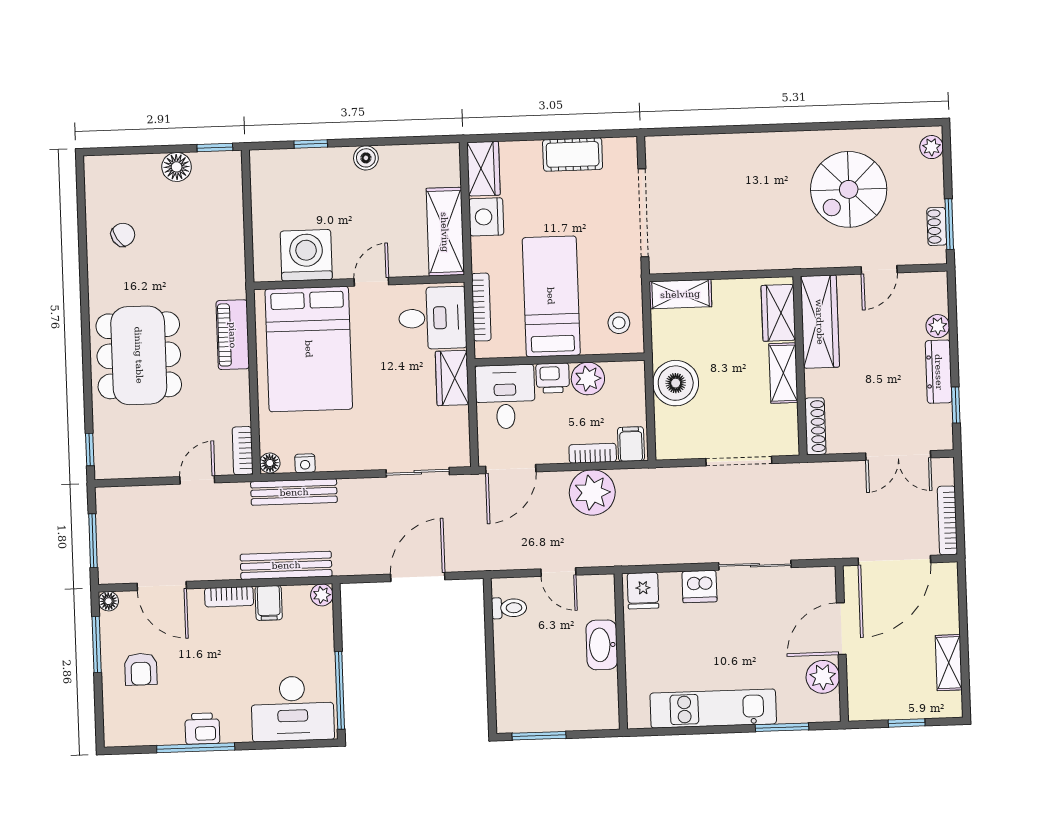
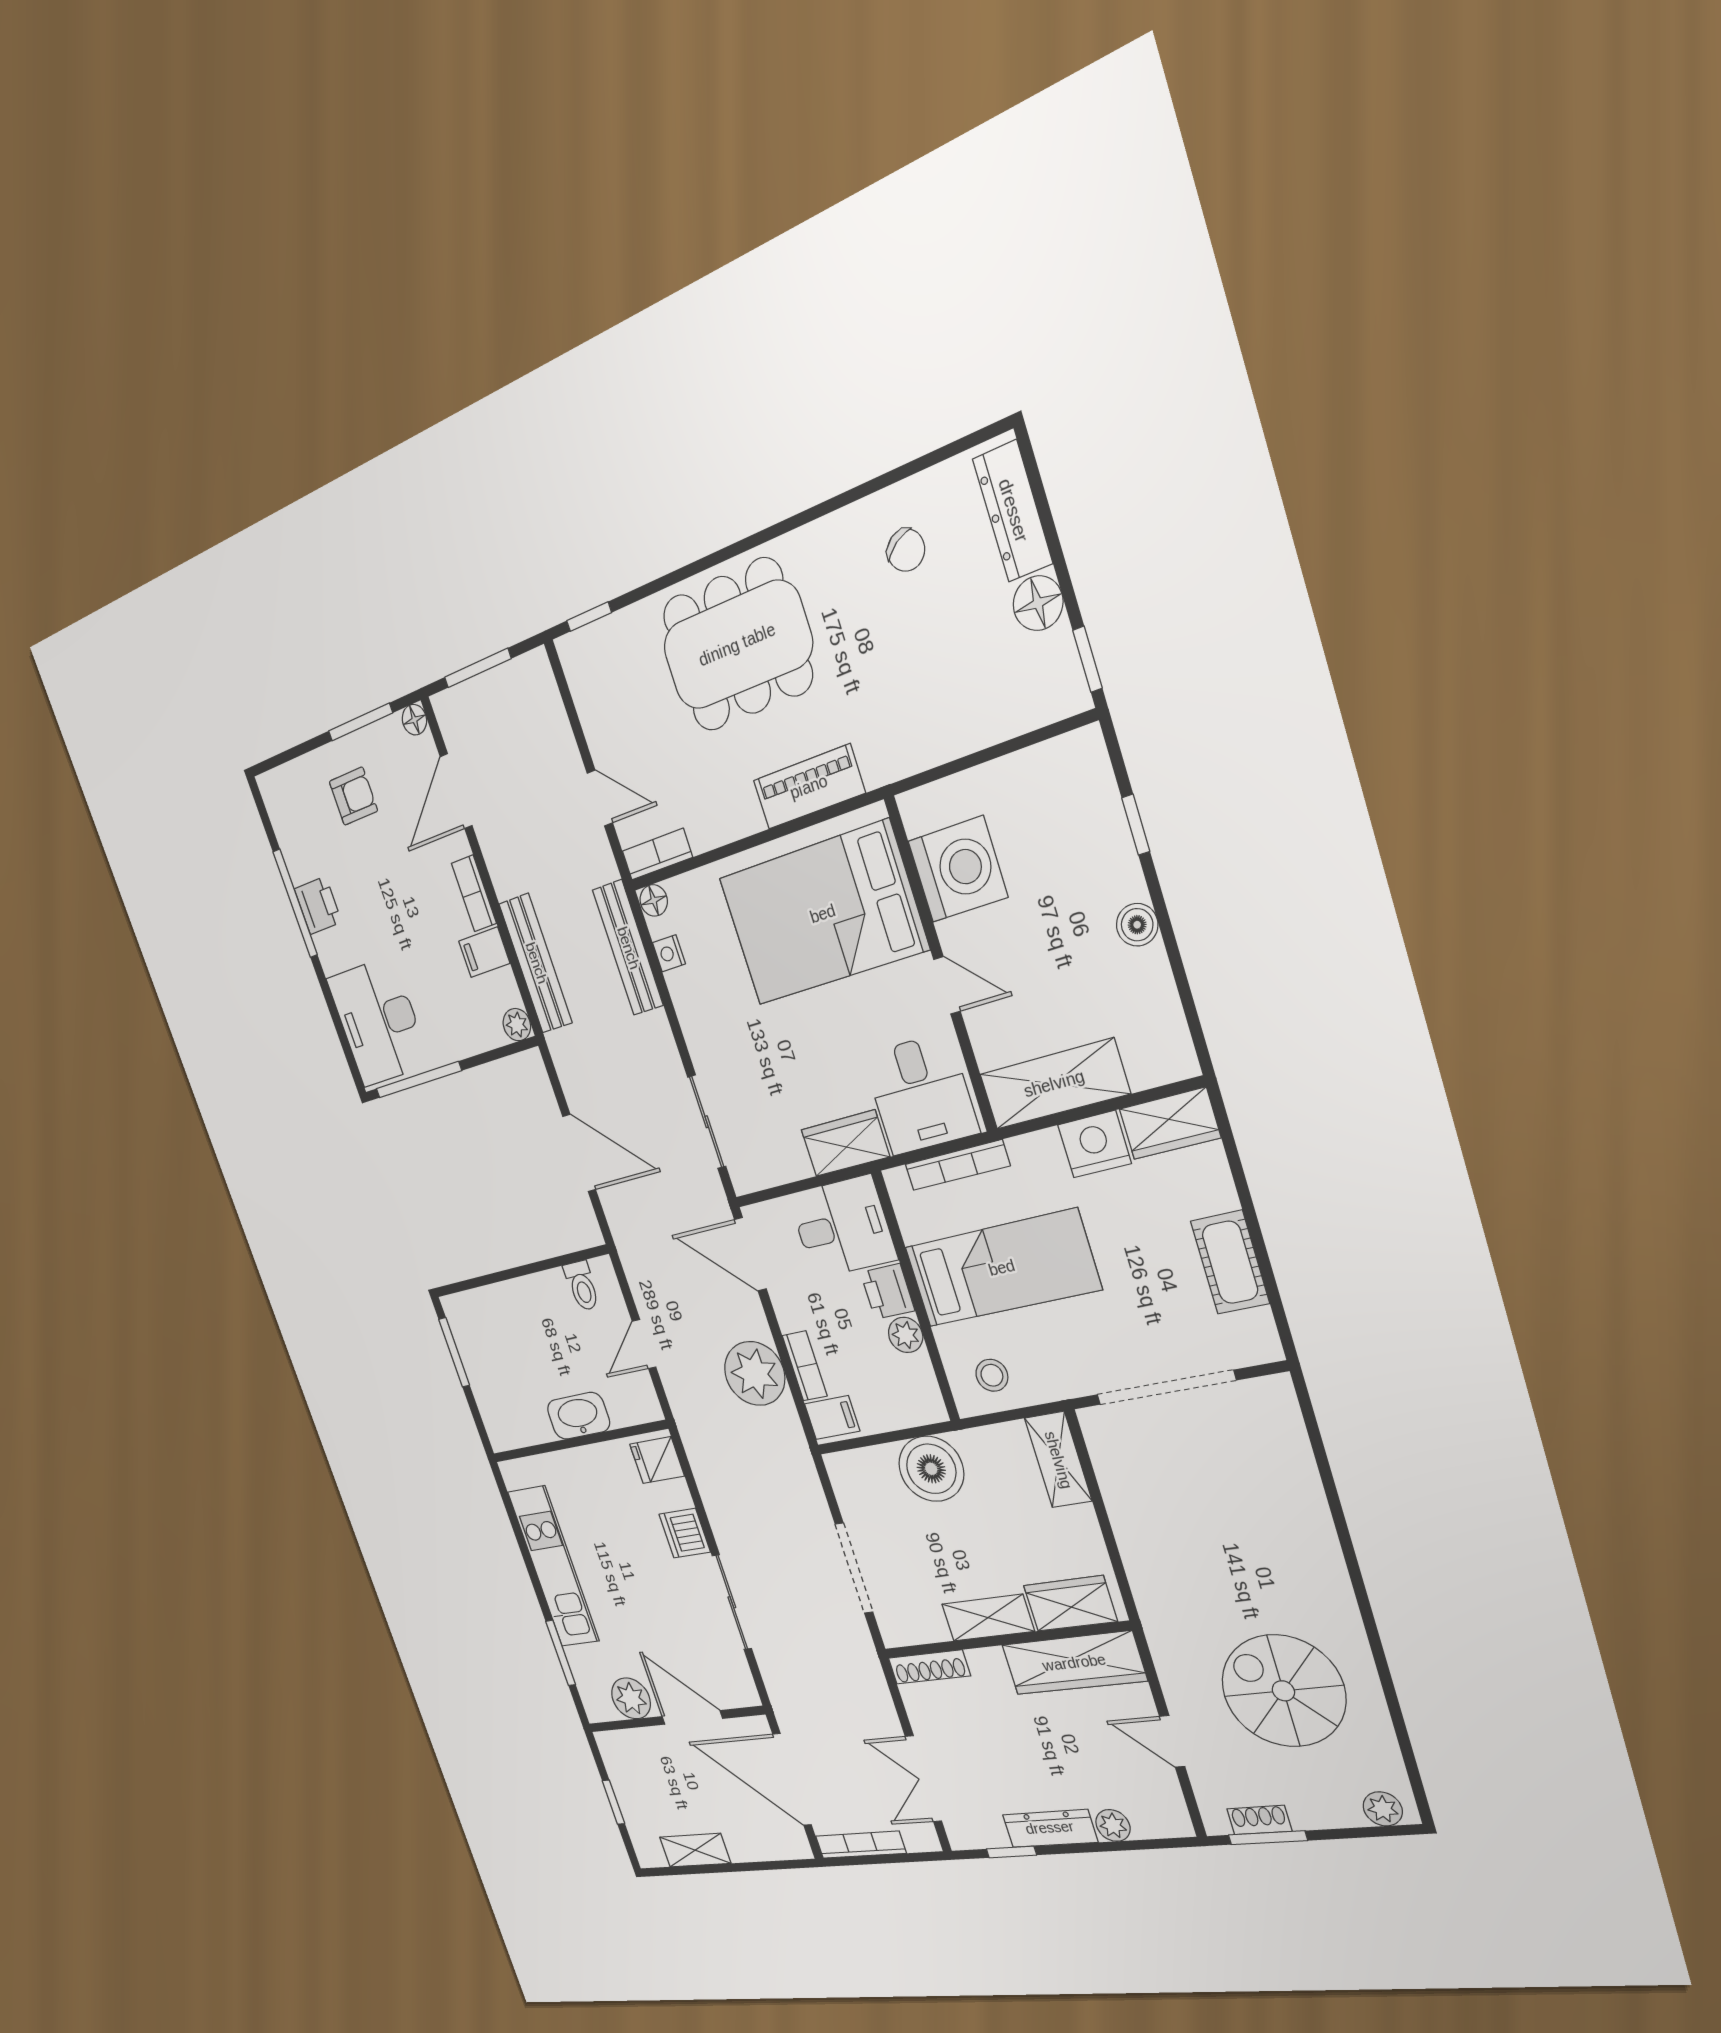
dresser: (125, 168) -> (1013, 511), added
plant: (588, 379) -> (906, 1335), width x0.73, depth x0.73
armchair: (141, 669) -> (353, 796), turned 180

